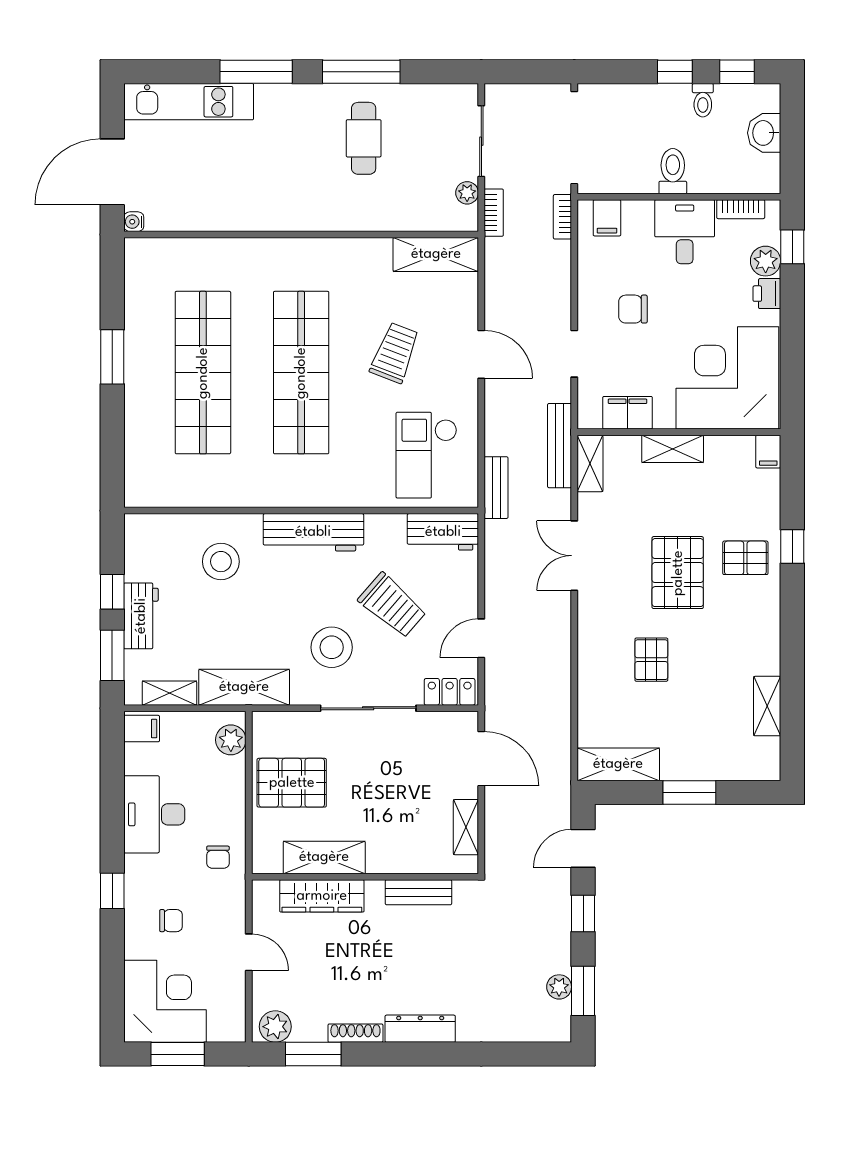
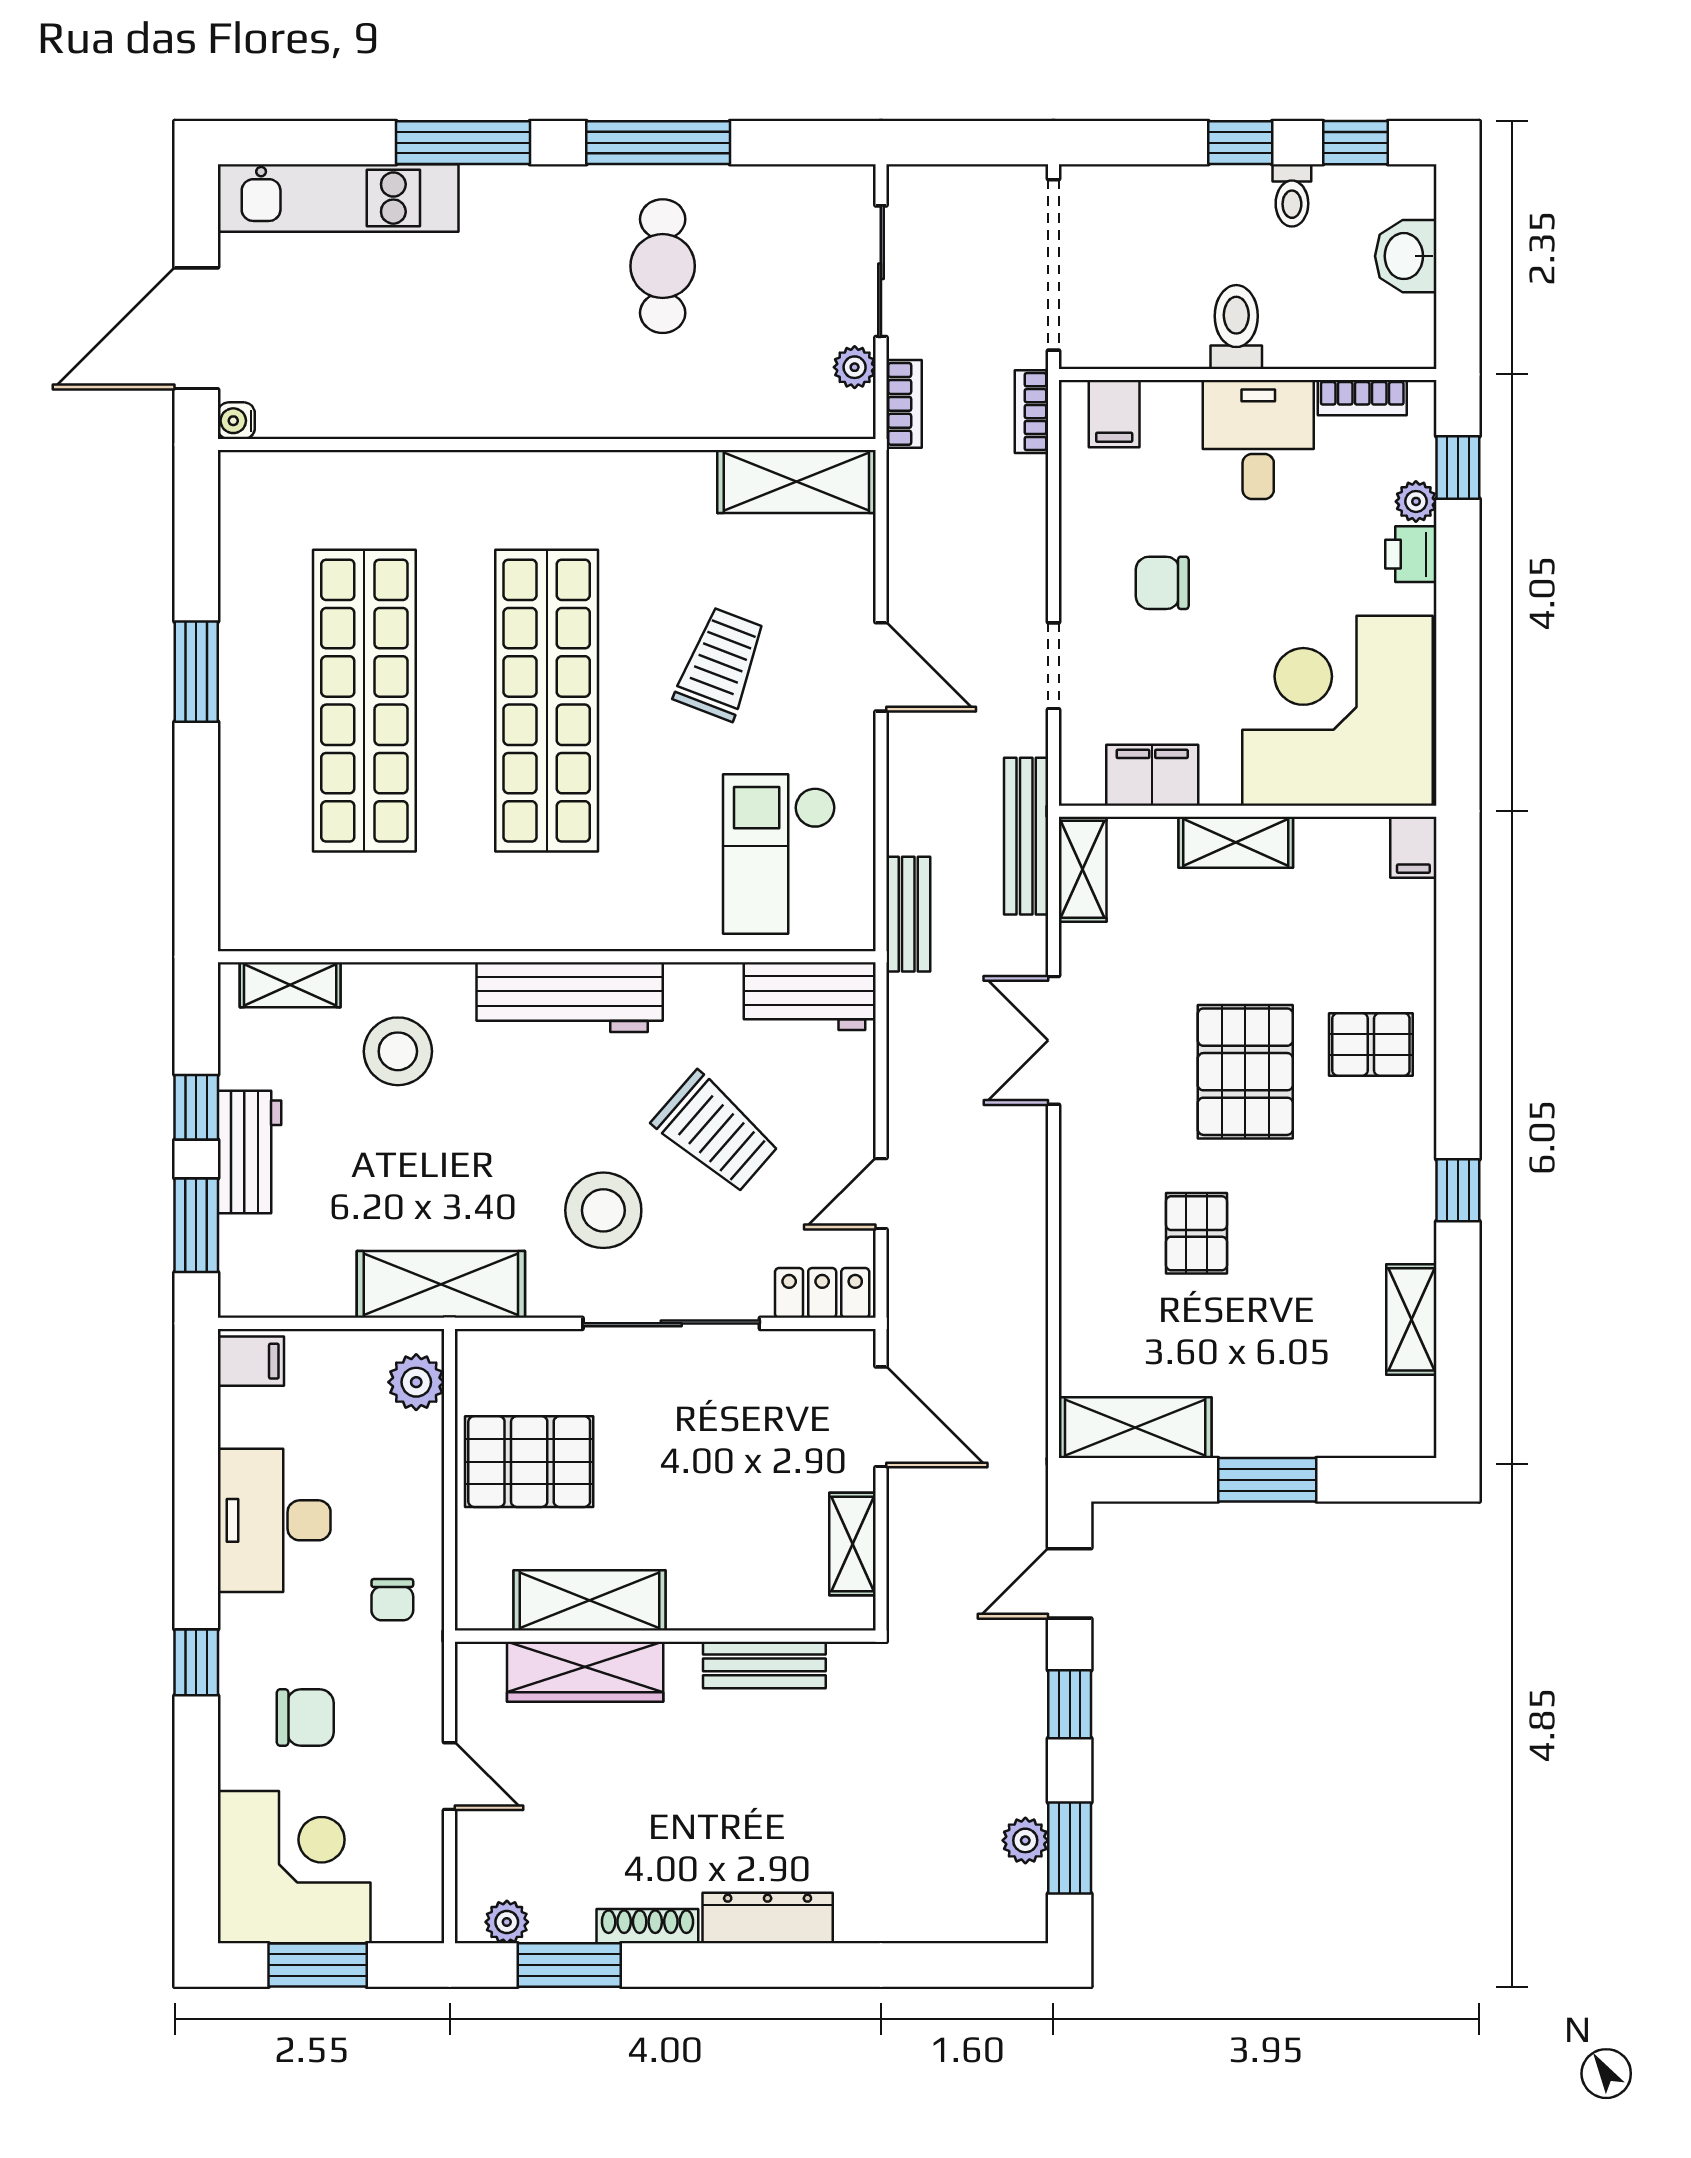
plant: (766, 261) -> (1416, 501), width x0.73, depth x0.73
window: (792, 547) -> (1458, 1190), moved
shelving: (169, 693) -> (290, 985), moved
chair: (171, 921) -> (305, 1718), width x1.37, depth x1.37
plant: (275, 1027) -> (507, 1922), width x0.73, depth x0.73

